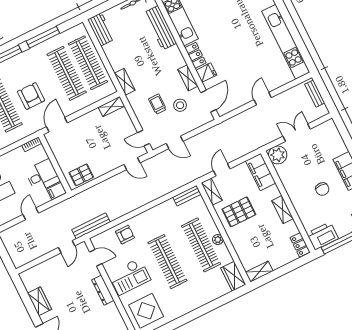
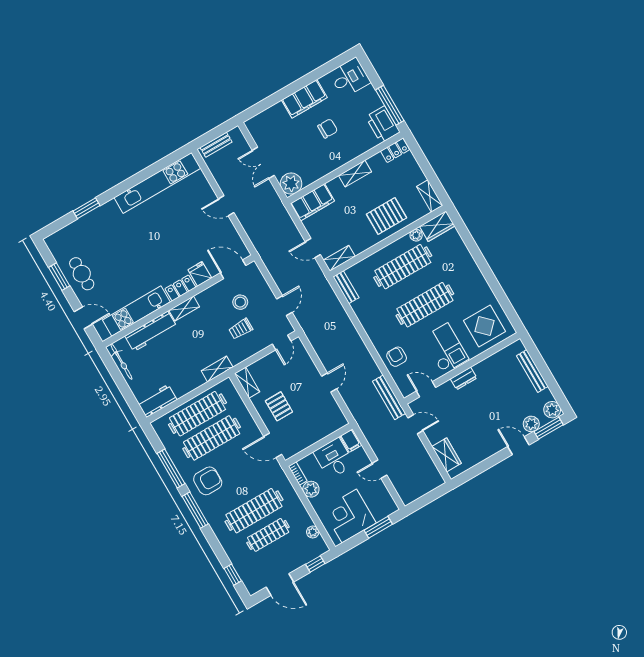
shelving: (188, 78) -> (184, 309), moved
armchair: (31, 96) -> (208, 481), moved, turned 180
plant: (18, 155) -> (311, 489), added
door: (132, 164) -> (329, 383), moved
pallet: (81, 175) -> (279, 406), moved
pallet: (239, 212) -> (387, 216), moved, turned 90
plant: (218, 240) -> (416, 235), moved
door: (96, 258) -> (426, 389), hinge flipped
dresser: (103, 290) -> (464, 378), width x0.70
wardrobe: (40, 301) -> (447, 455), moved, turned 90

